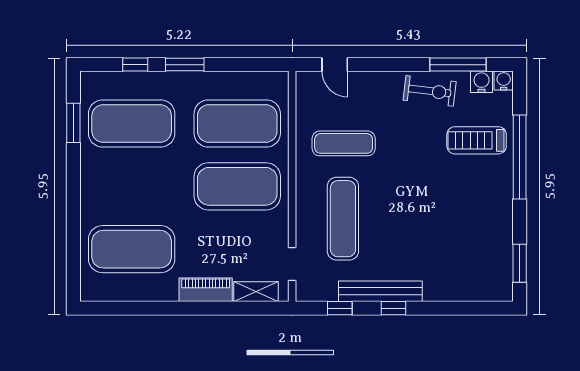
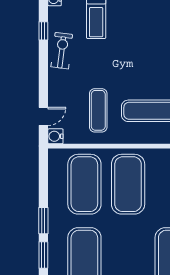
window: (135, 65) -> (43, 255), width x1.50
window: (458, 65) -> (43, 31), width x0.46
water cooler: (482, 82) -> (55, 136), moved

